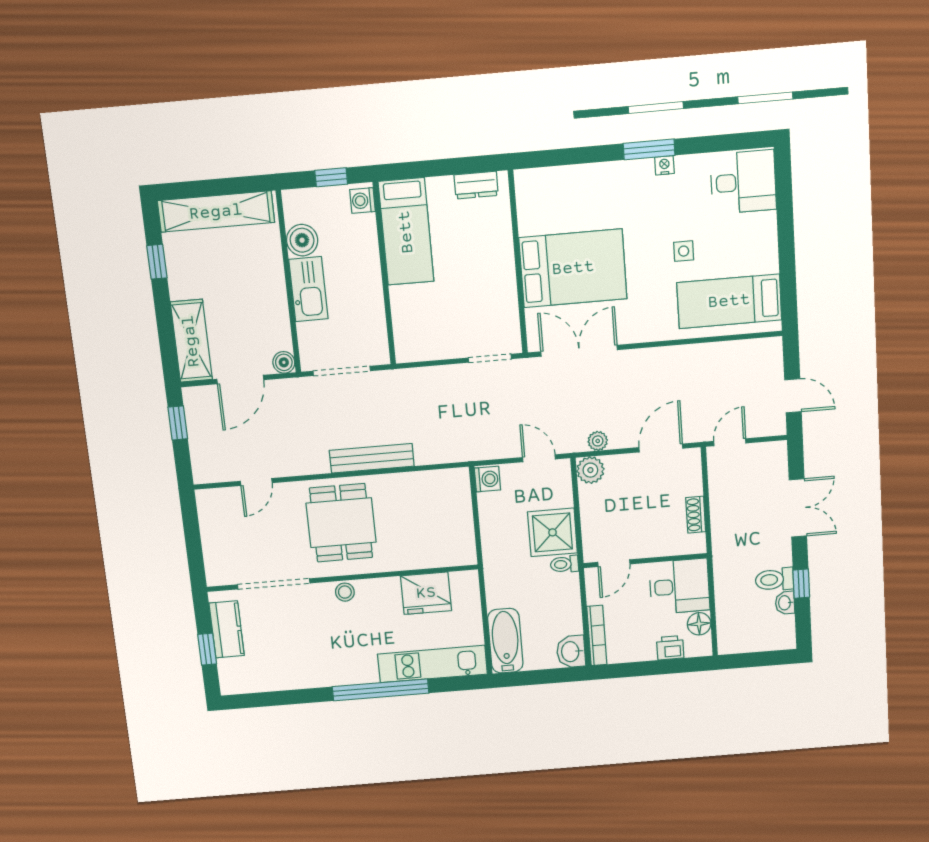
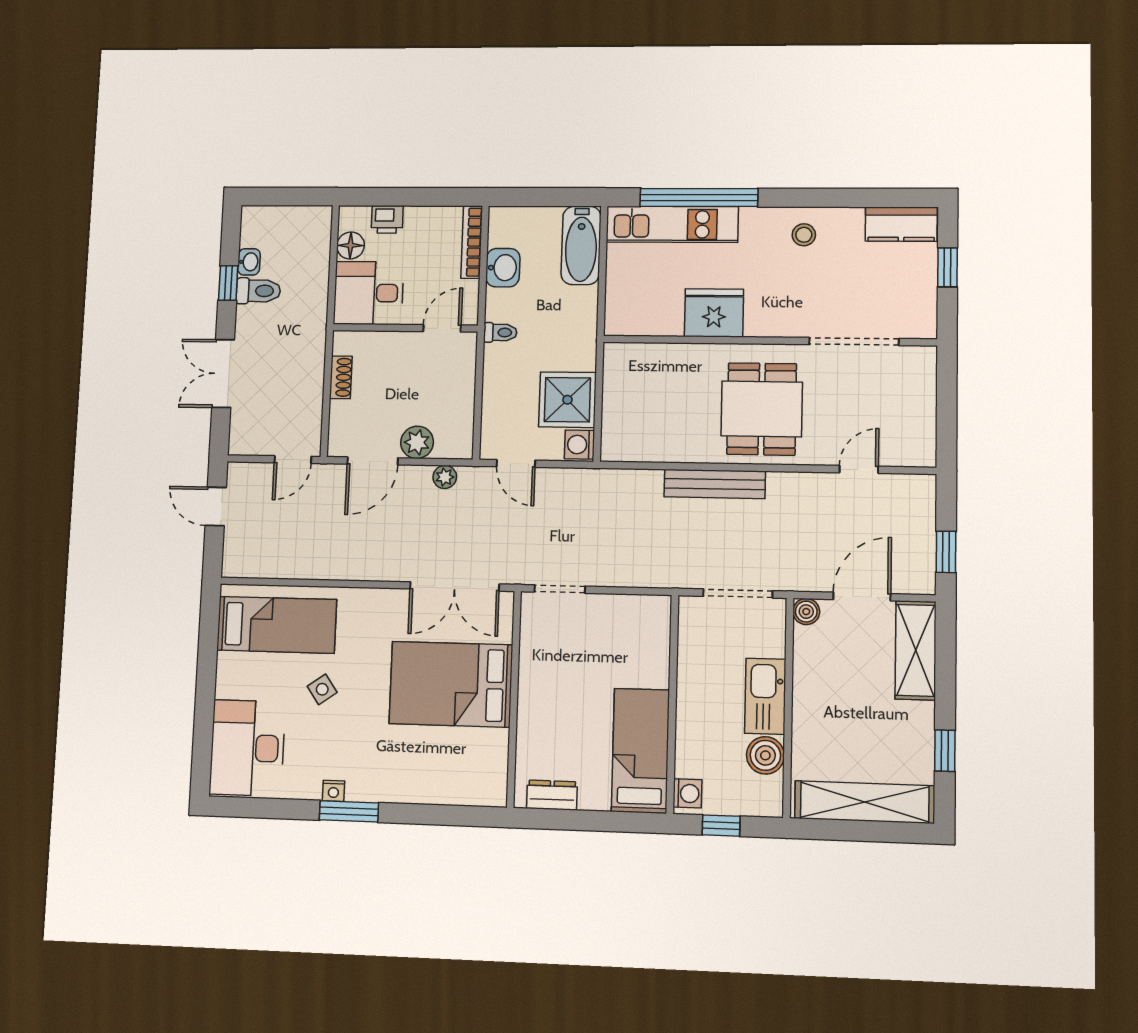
desk: (743, 182) -> (247, 748), width x1.37
side table: (684, 251) -> (322, 689), turned -35
plant: (590, 470) -> (417, 442), moved
shower: (553, 532) -> (567, 400), moved
stool: (345, 592) -> (804, 235), moved
fridge: (426, 593) -> (714, 313), moved
kitchen counter: (227, 629) -> (901, 224), moved, turned -90
washbasin: (571, 652) -> (503, 268), moved
window: (381, 690) -> (699, 197), moved

